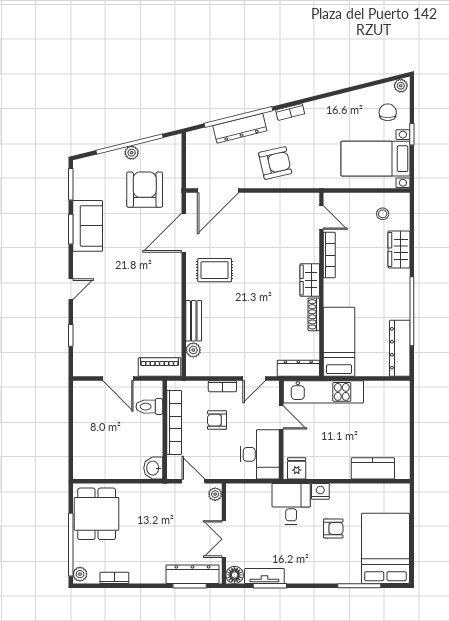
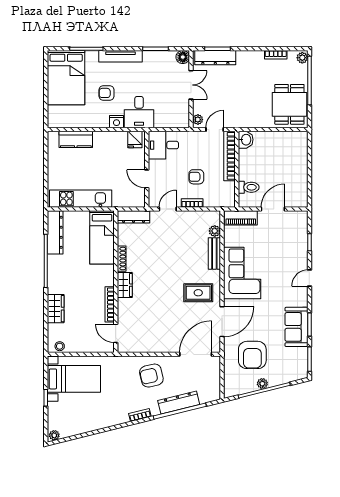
chair: (388, 112) -> (64, 415), removed
stool: (383, 214) -> (60, 346), moved
corner sofa: (158, 296) -> (242, 273), added
door: (118, 379) -> (273, 209), hinge flipped
kitchen unit: (323, 392) -> (81, 199), moved
armchair: (217, 420) -> (196, 177), turned 180
bookcase: (174, 422) -> (230, 156), moved
desk: (260, 454) -> (163, 145), width x0.73
door: (193, 481) -> (215, 129), swing flipped
tv unit: (264, 576) -> (120, 56), moved, width x1.41

